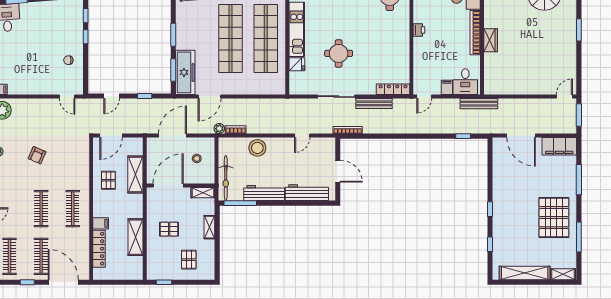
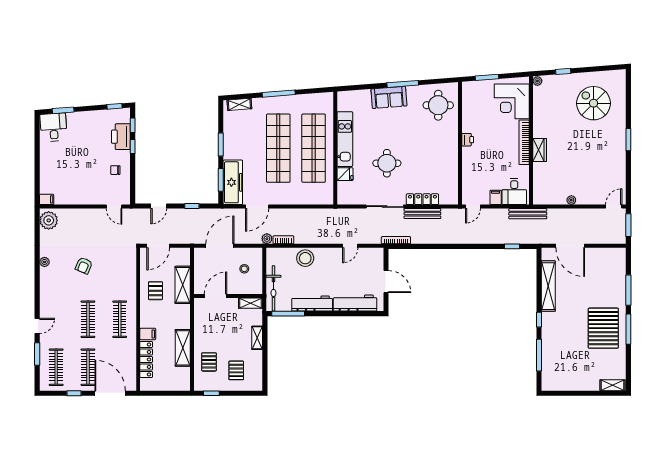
printer: (74, 27) -> (121, 137), added
locker: (393, 89) -> (422, 199), moved
plant: (522, 90) -> (571, 200), added
filing cabinet: (559, 146) -> (609, 256), removed
door: (168, 185) -> (216, 296), width x0.73
pallet: (169, 229) -> (209, 362), moved, turned 90
window: (579, 237) -> (628, 329), moved
window: (490, 244) -> (539, 355), width x2.17
shelving: (525, 273) -> (548, 286), moved, turned 90

